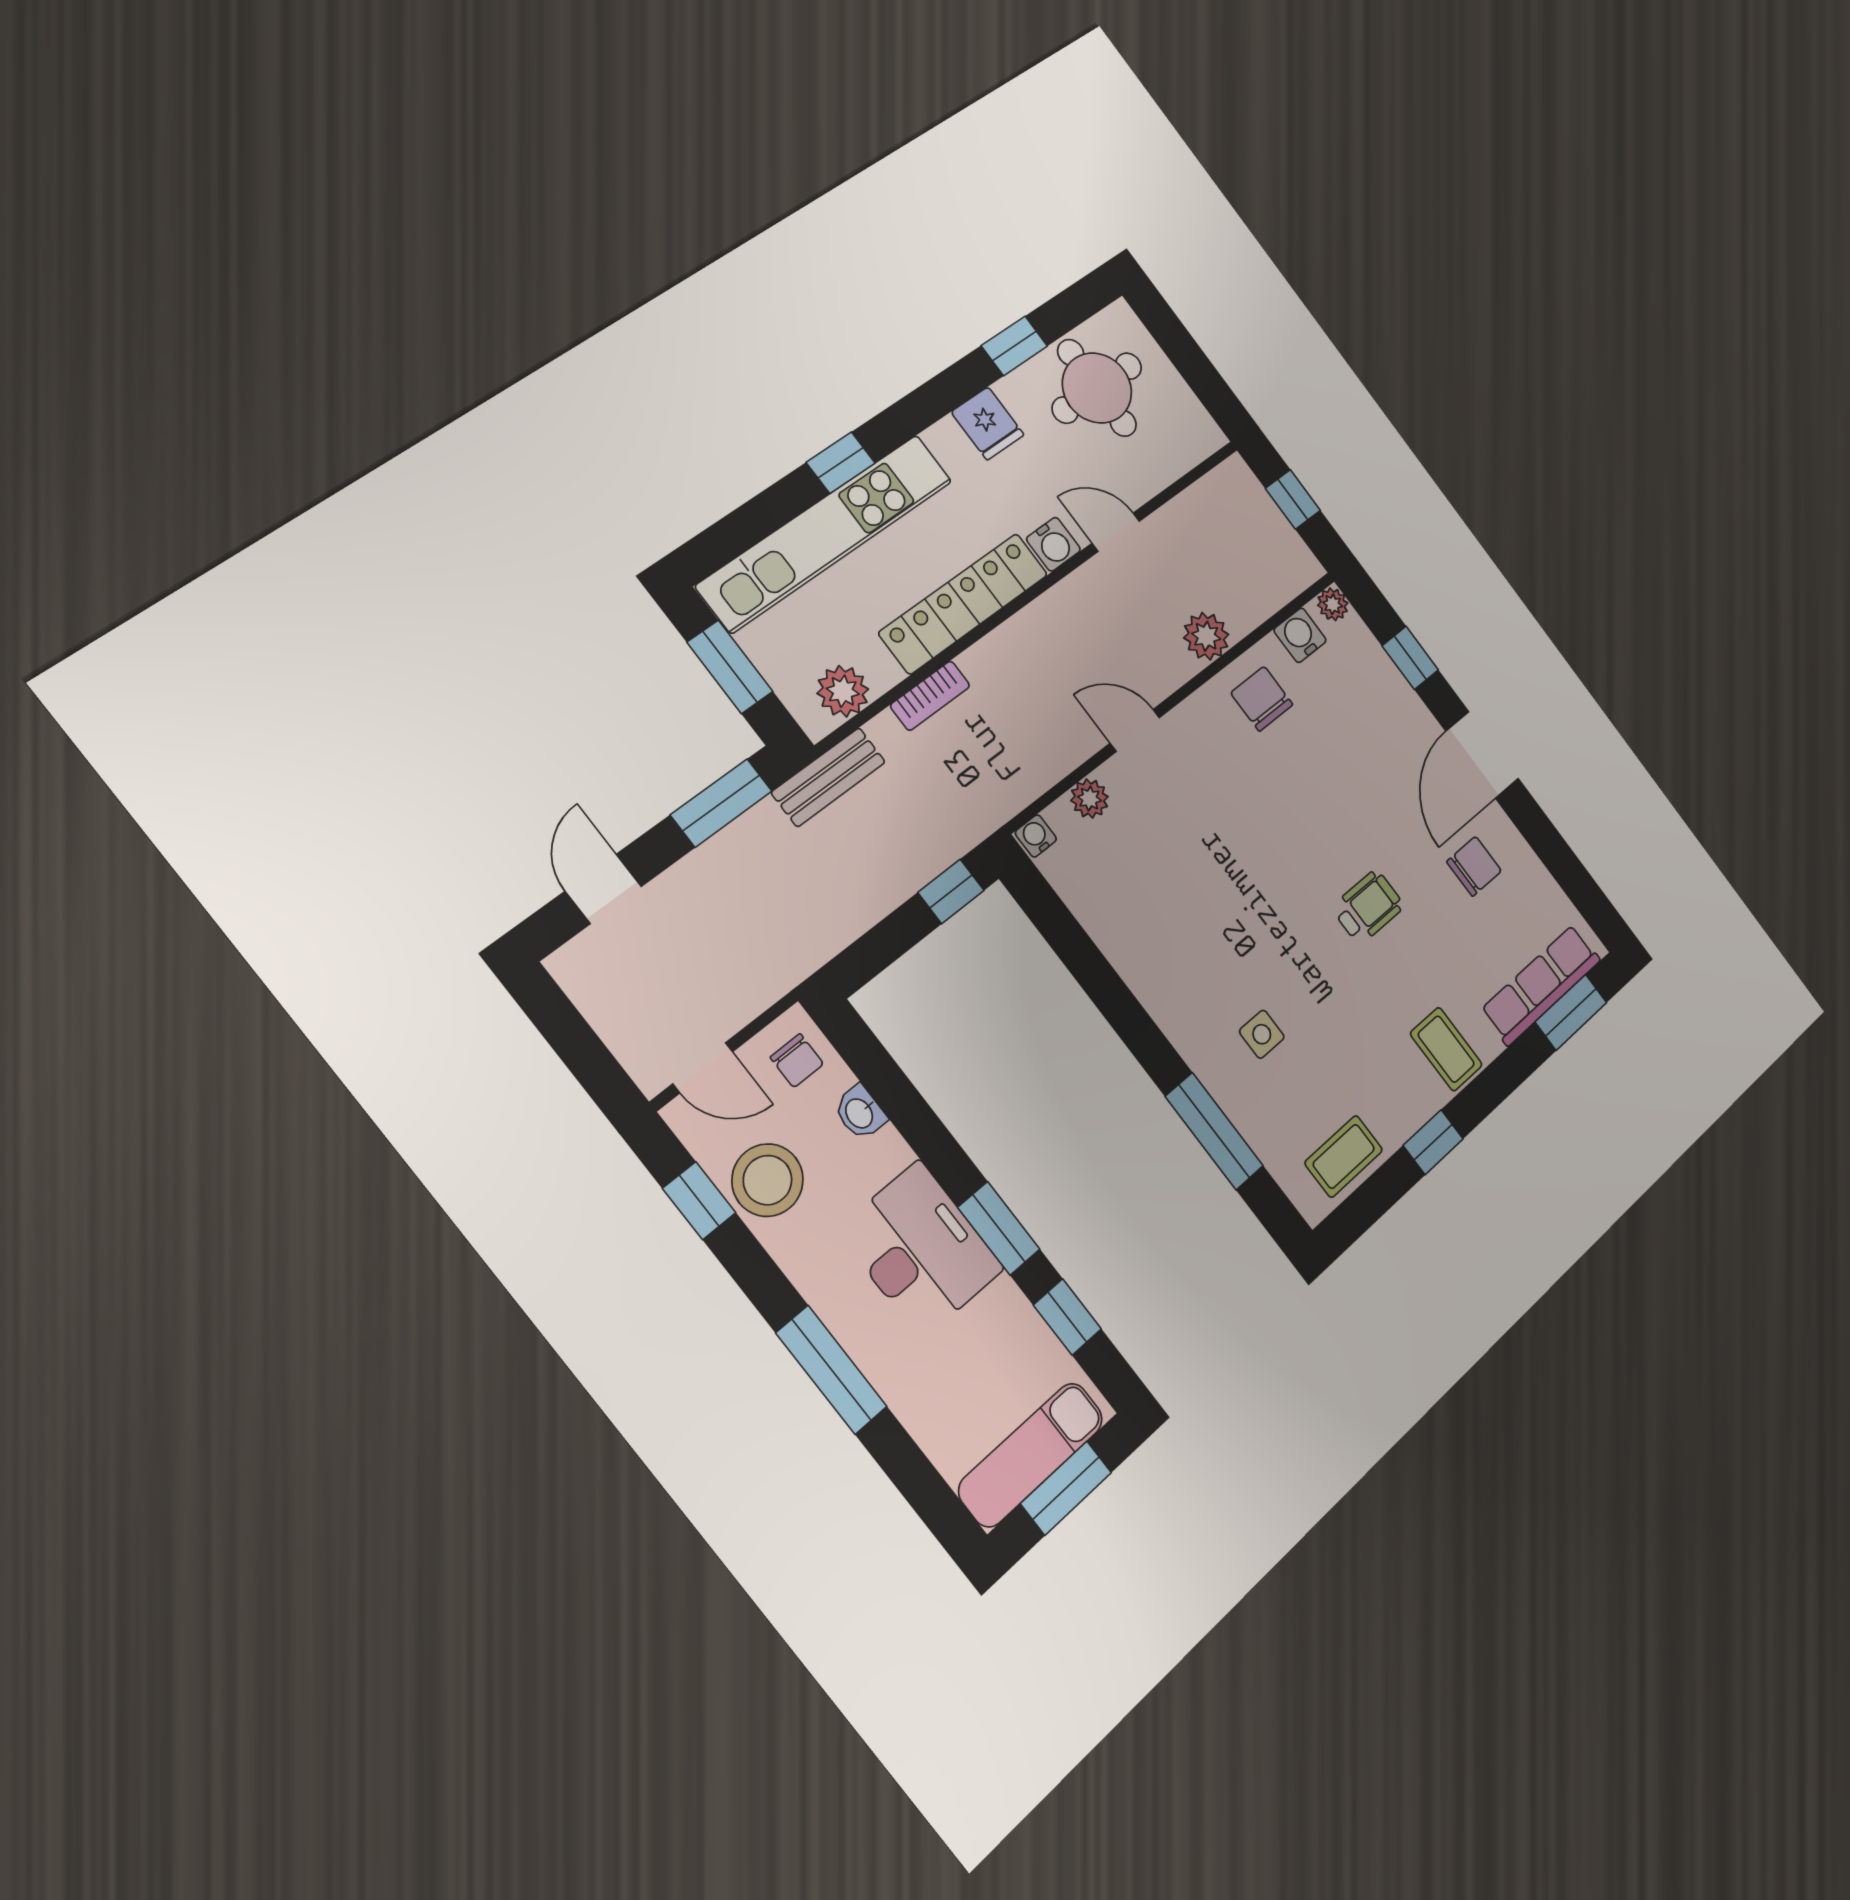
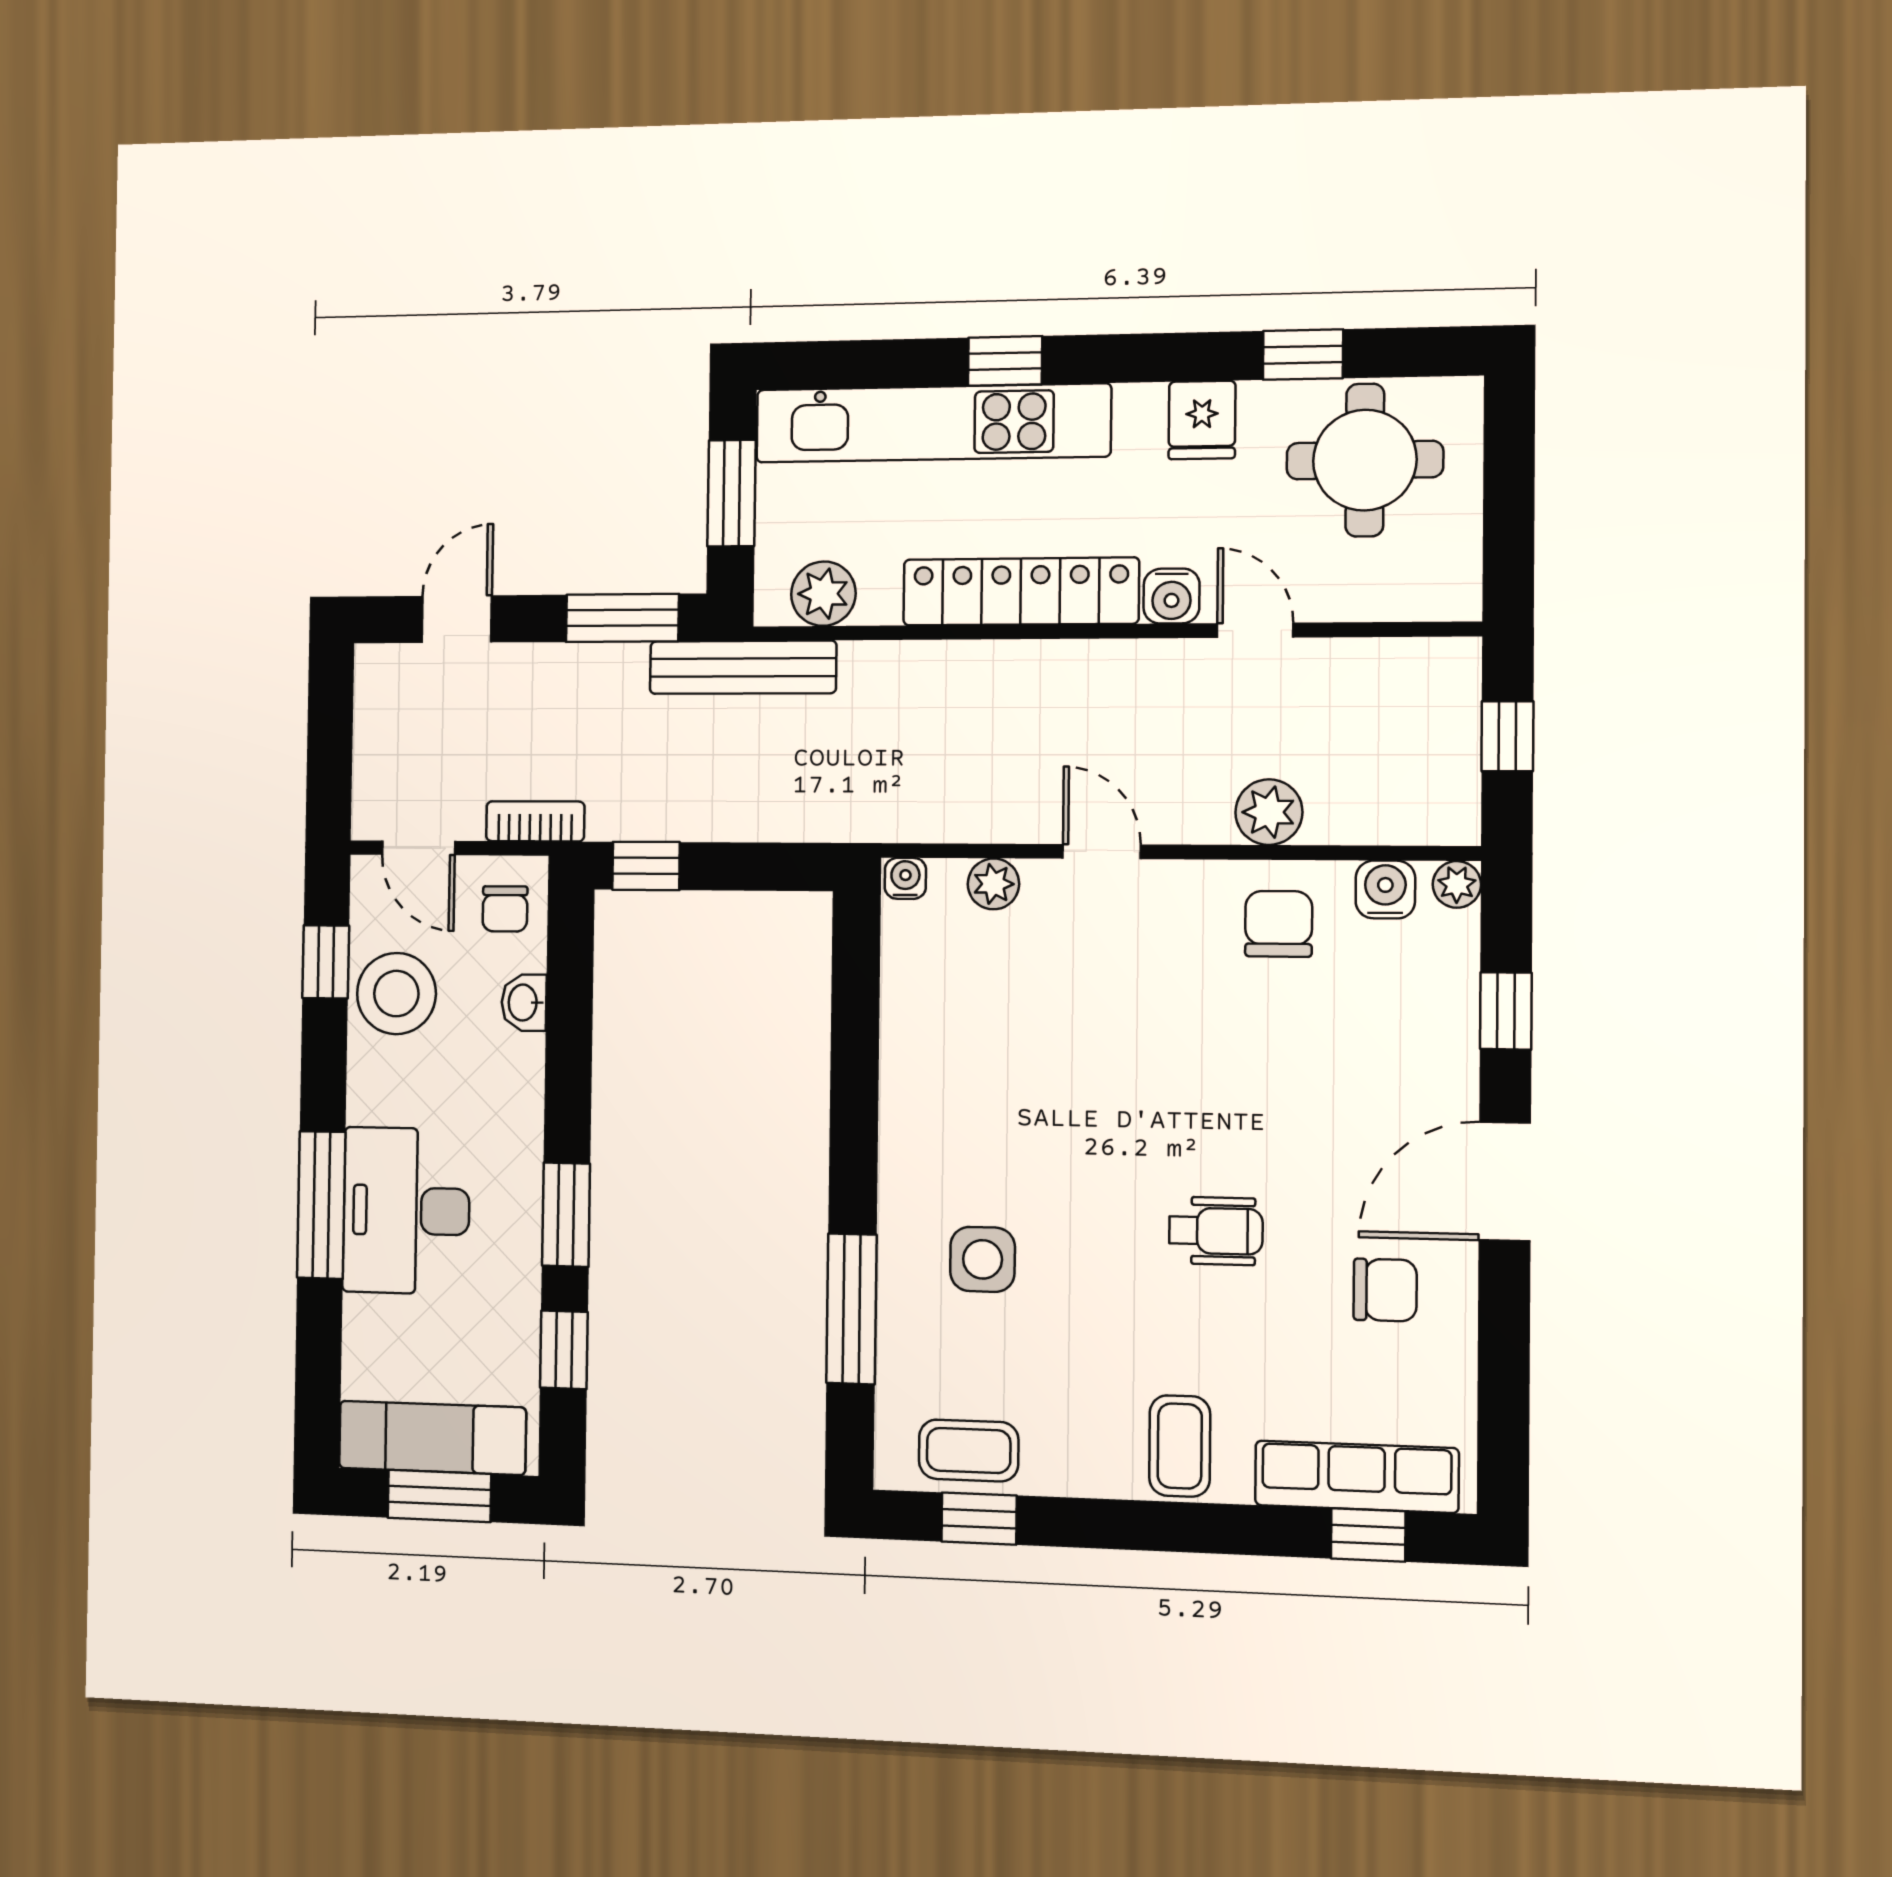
bookcase: (930, 696) -> (535, 821), moved, turned 180
bench: (828, 777) -> (743, 667), width x1.36
window: (951, 891) -> (646, 866), moved
window: (1571, 1012) -> (1368, 1535), width x0.67
side table: (1262, 1034) -> (983, 1259), width x1.37, depth x1.37
window: (1433, 1142) -> (979, 1519), moved
desk: (920, 1249) -> (406, 1211), moved, turned 180

